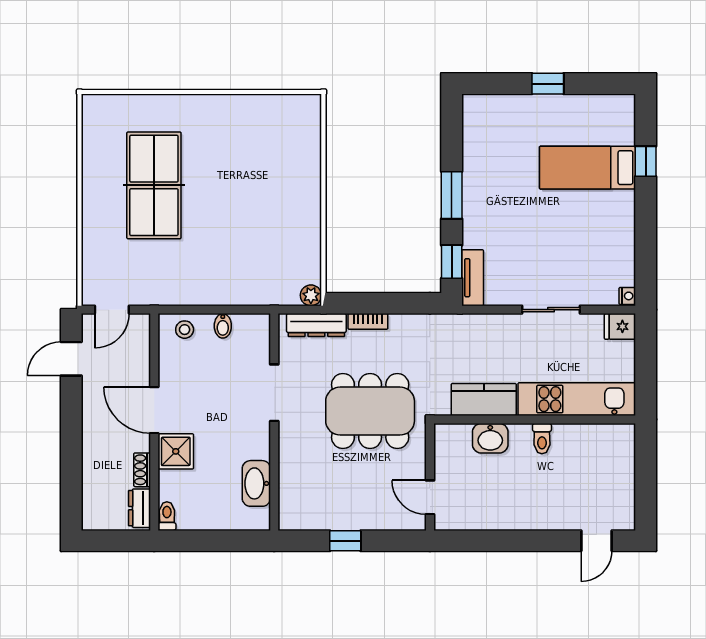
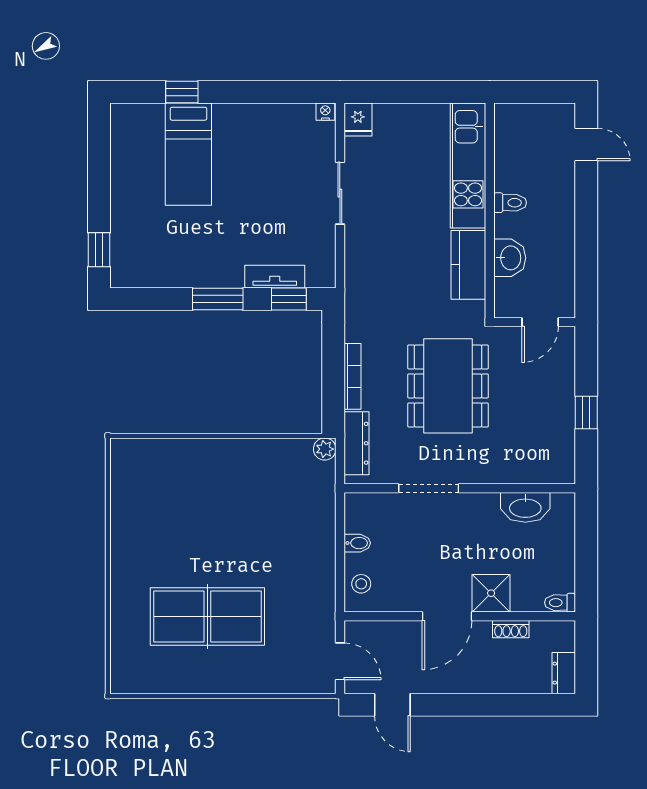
window: (548, 84) -> (99, 250), moved
tv unit: (473, 278) -> (275, 277), moved
bookcase: (368, 321) -> (353, 376), width x1.56
kitchen counter: (484, 399) -> (468, 265), moved
kitchen unit: (577, 399) -> (468, 166), moved
wall: (535, 419) -> (490, 210), moved
washbasin: (490, 438) -> (510, 258), moved
toilet: (542, 439) -> (510, 203), moved
dresser: (139, 508) -> (564, 673), moved, turned 90

